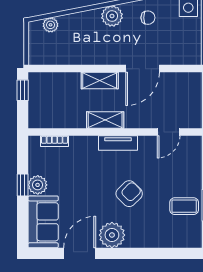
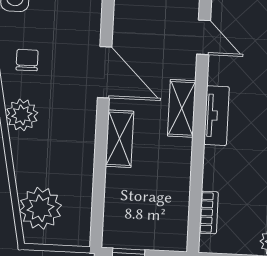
plant: (51, 25) -> (40, 208), width x1.88, depth x1.88
shelving: (105, 120) -> (182, 108), moved

